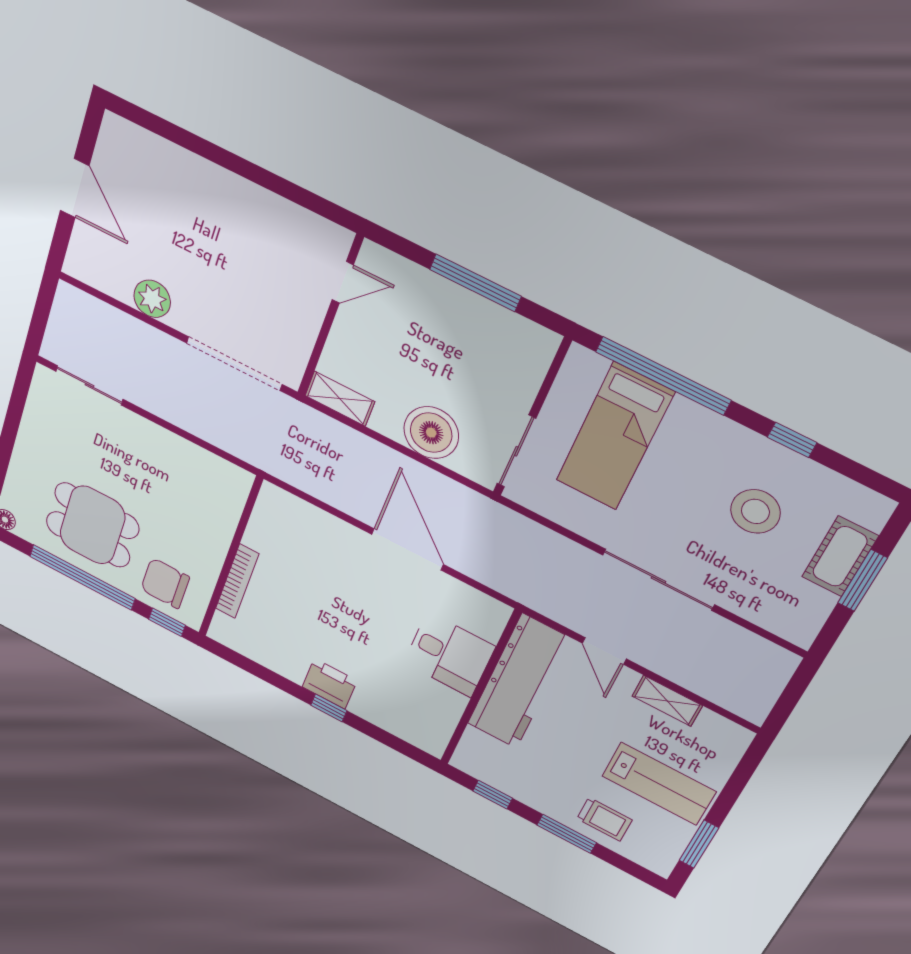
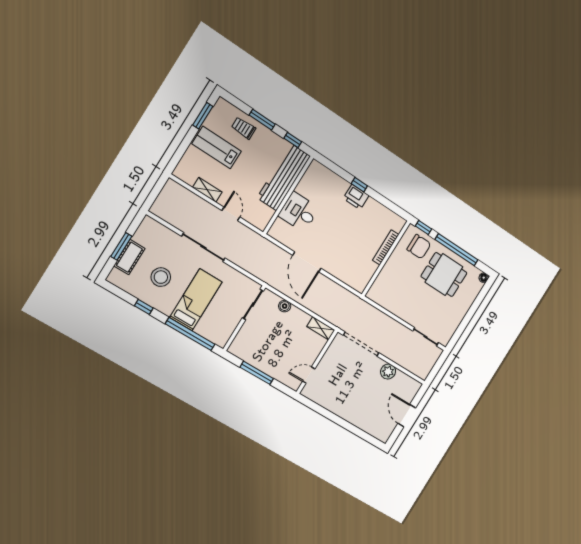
boiler: (431, 433) -> (285, 306), width x0.54, depth x0.54
bed: (615, 437) -> (196, 300), moved
workbench: (519, 682) -> (284, 177), moved

